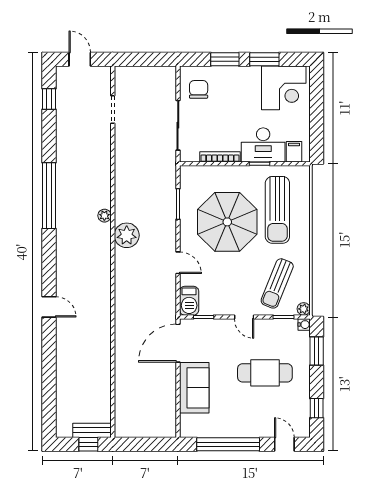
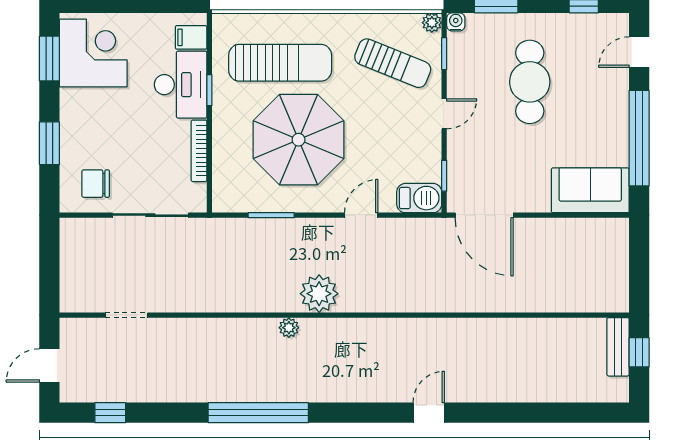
window: (264, 59) -> (49, 59), moved
sofa: (194, 388) -> (590, 190), moved

